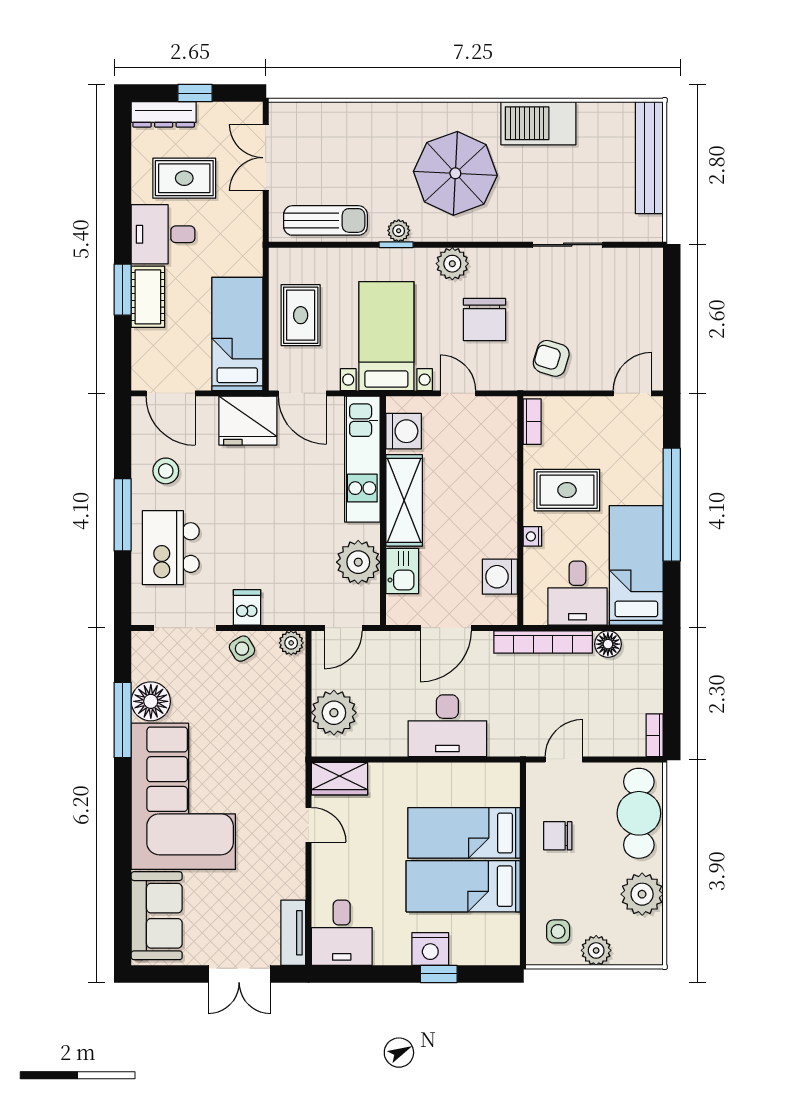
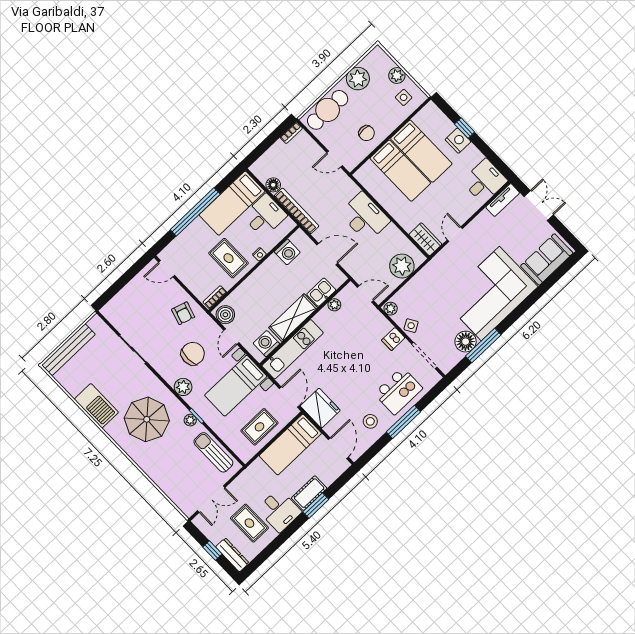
boiler: (495, 413) -> (225, 315), added
plant: (358, 562) -> (334, 305), width x0.53, depth x0.53

